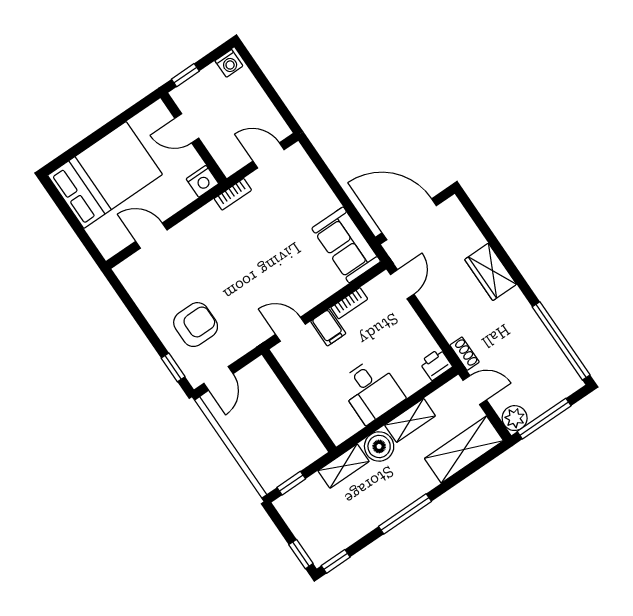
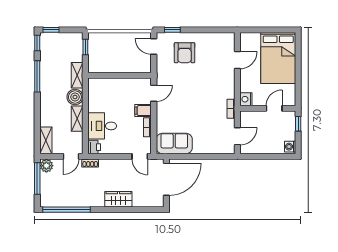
desk: (371, 390) -> (102, 126), moved
shelving: (464, 450) -> (46, 140), width x0.67, depth x0.75
window: (405, 514) -> (37, 76), moved

